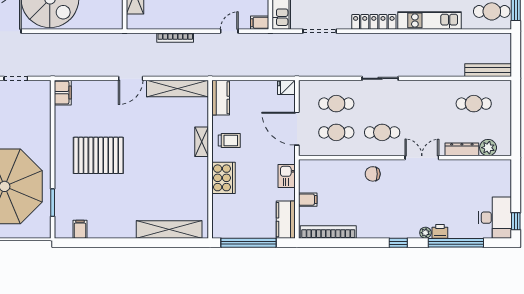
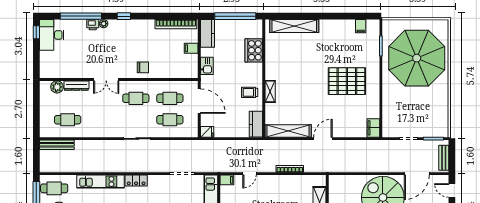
locker: (374, 22) -> (136, 181), width x0.66
cooker: (223, 178) -> (254, 50), moved

